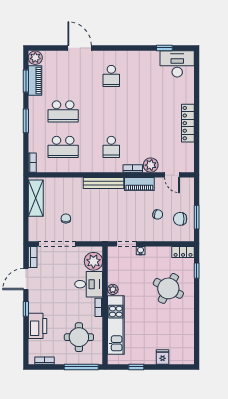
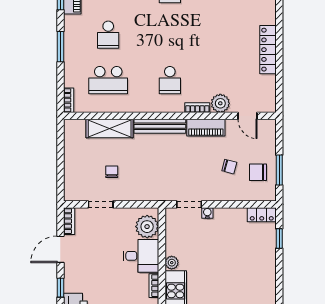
school desk: (63, 111) -> (108, 35), width x0.54
shelving: (36, 198) -> (110, 128), moved, turned 90
doorway: (57, 244) -> (101, 204), width x0.53
round table: (168, 288) -> (243, 261), removed

